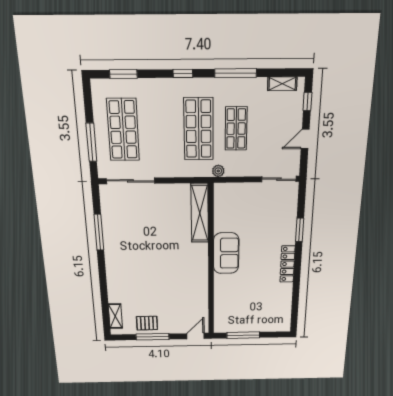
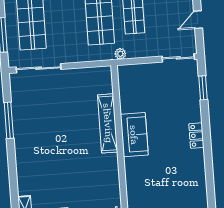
shelving: (200, 213) -> (108, 123), moved
window: (300, 230) -> (203, 88), moved
locker: (288, 264) -> (196, 136), width x0.66

